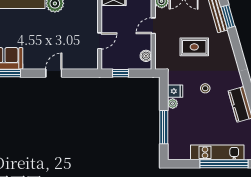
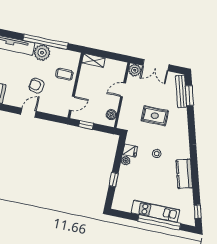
coffee table: (85, 22) -> (64, 74), added
armchair: (56, 41) -> (37, 86), added
door: (100, 41) -> (72, 103), moved
window: (164, 127) -> (114, 180), width x0.46

